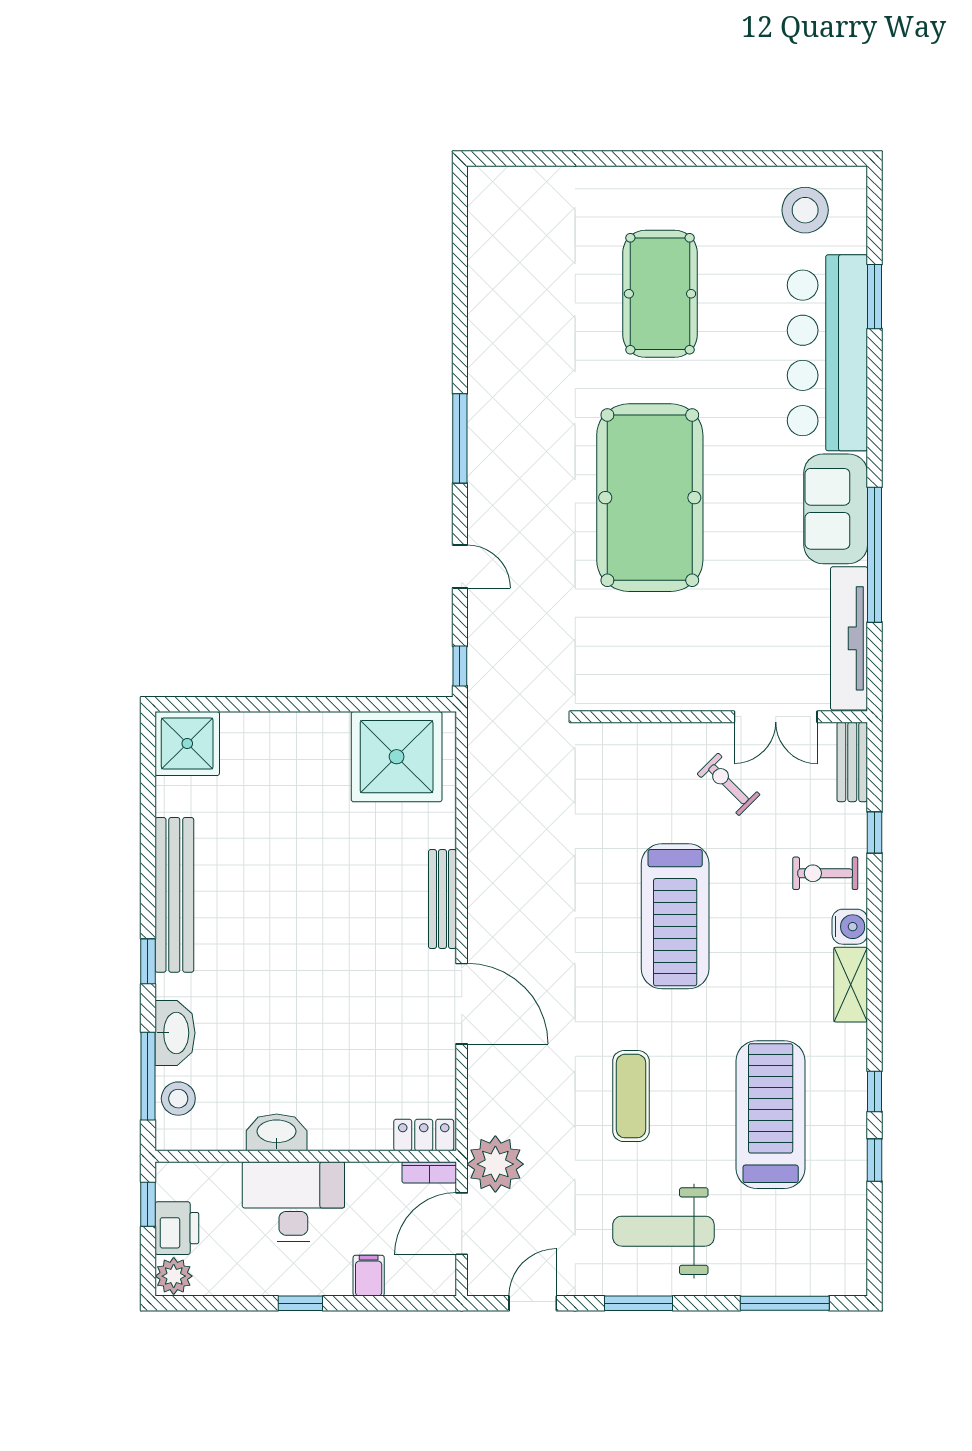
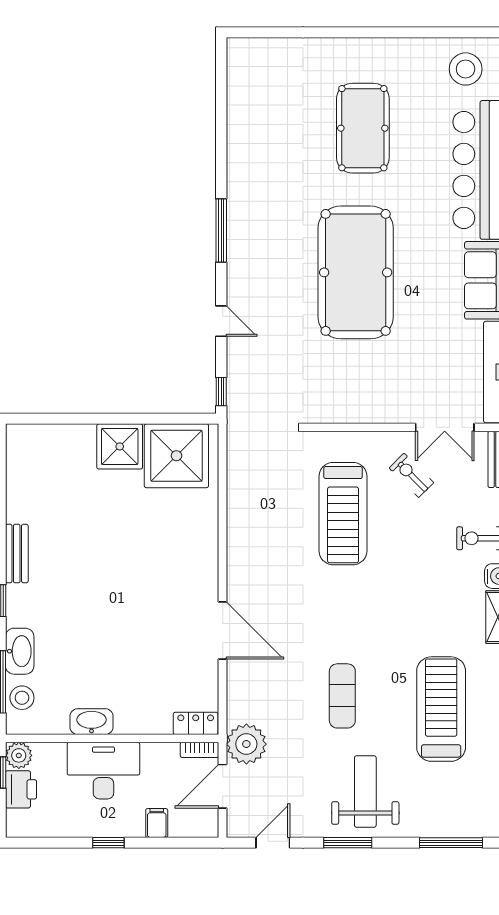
shower: (187, 744) -> (120, 446), moved
bench: (174, 895) -> (17, 554), width x0.54, depth x0.82
bench: (442, 899) -> (209, 556), removed
treadmill: (675, 916) -> (343, 514), moved
weight bench: (663, 1231) -> (365, 791), turned 90
plant: (174, 1276) -> (19, 755), moved

